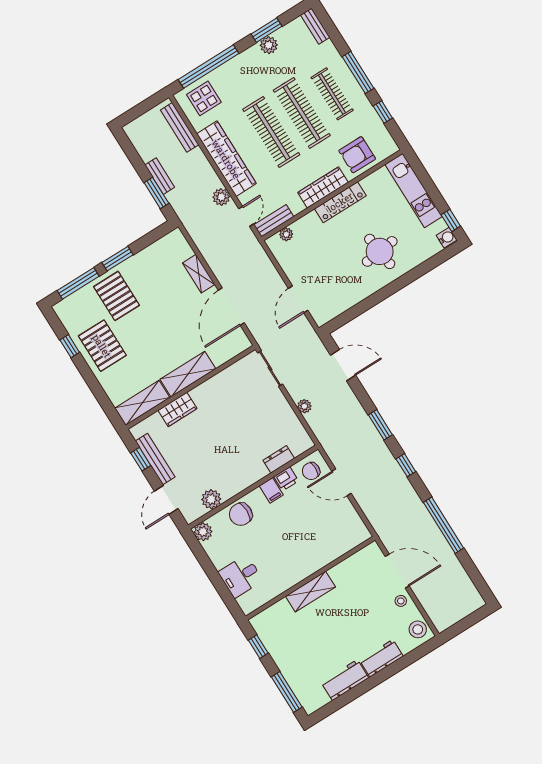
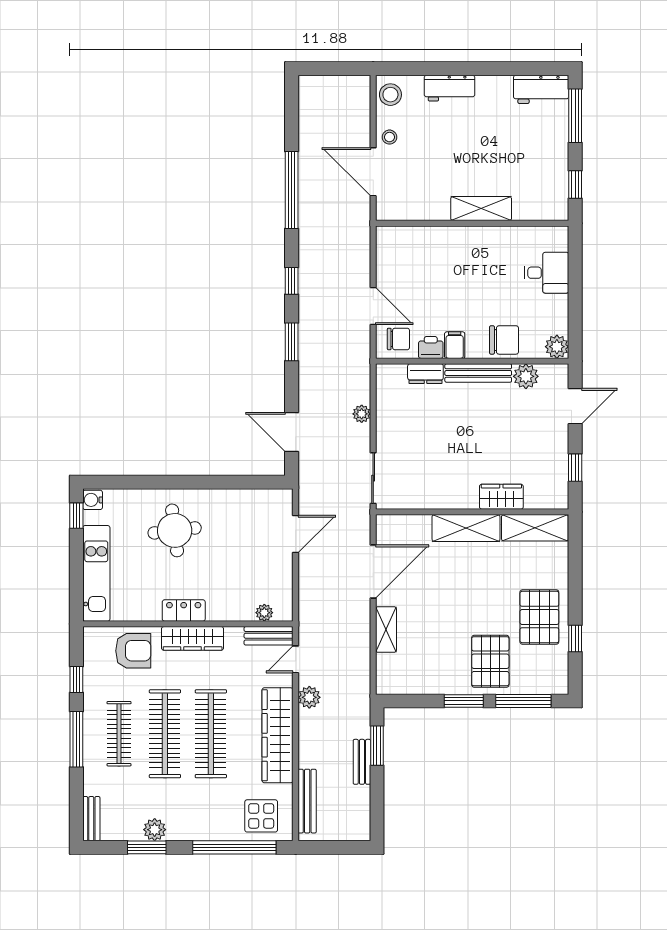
locker: (340, 202) -> (184, 610), width x0.66
bench: (155, 459) -> (478, 373), moved, turned 90
workbench: (345, 680) -> (541, 89), moved

